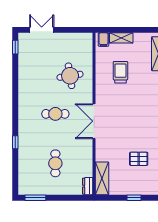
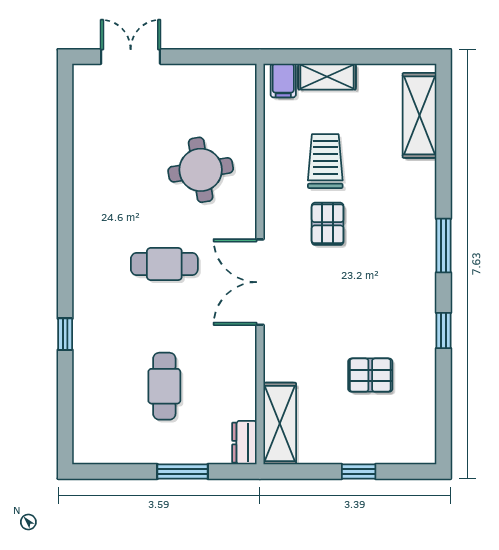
window: (15, 47) -> (65, 99), removed
pallet: (121, 98) -> (328, 224), added
window: (35, 198) -> (183, 471), moved

